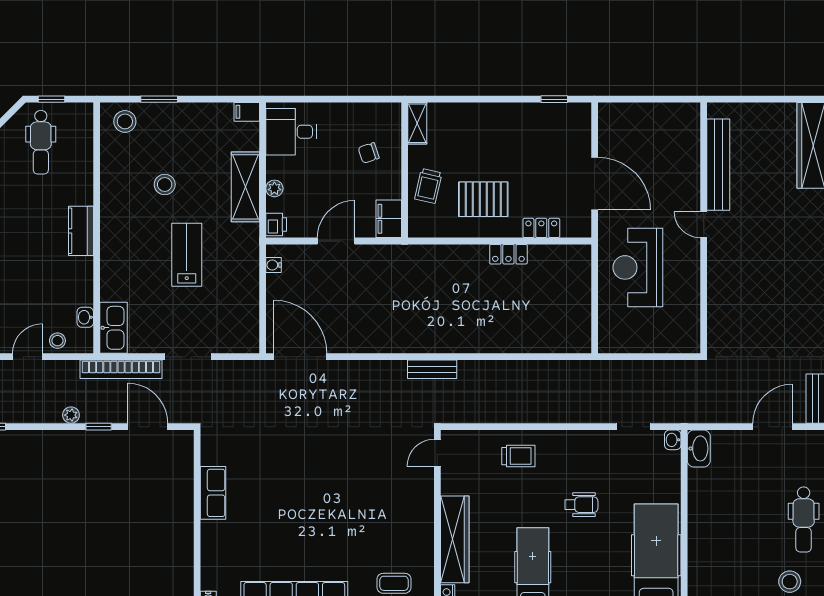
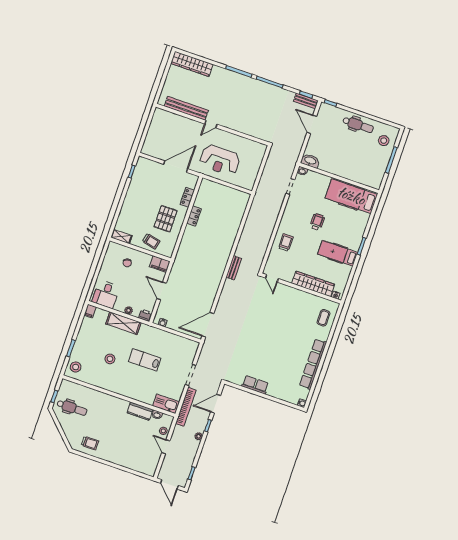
kitchen counter: (81, 231) -> (140, 411), moved

